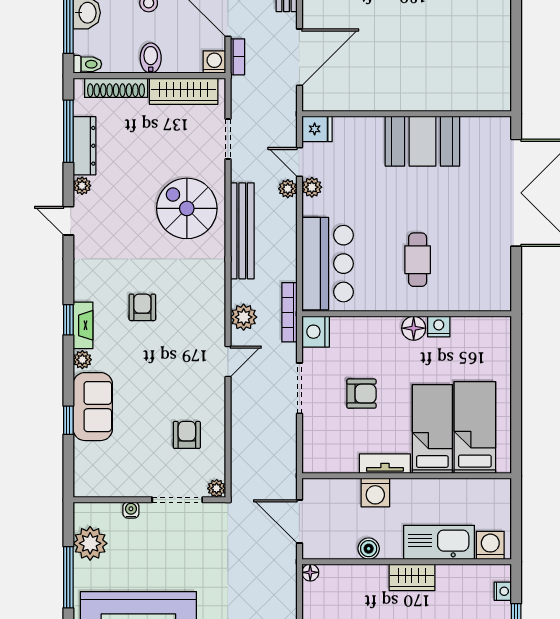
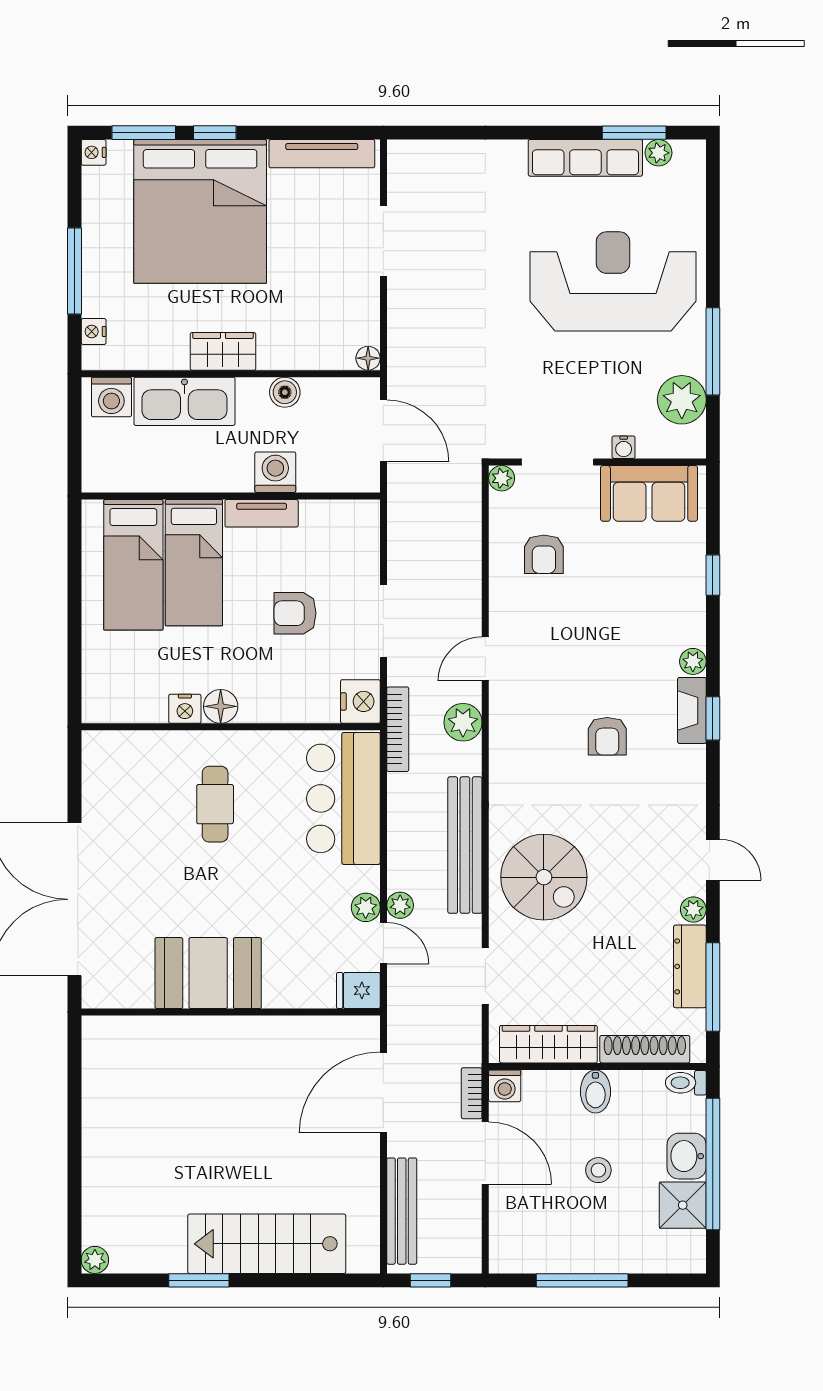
sofa: (93, 407) -> (649, 493), moved, turned -90

